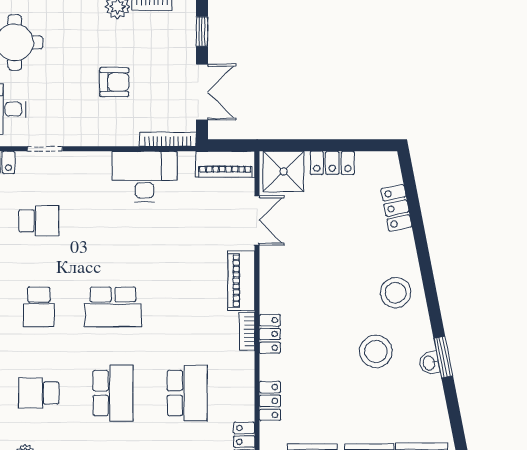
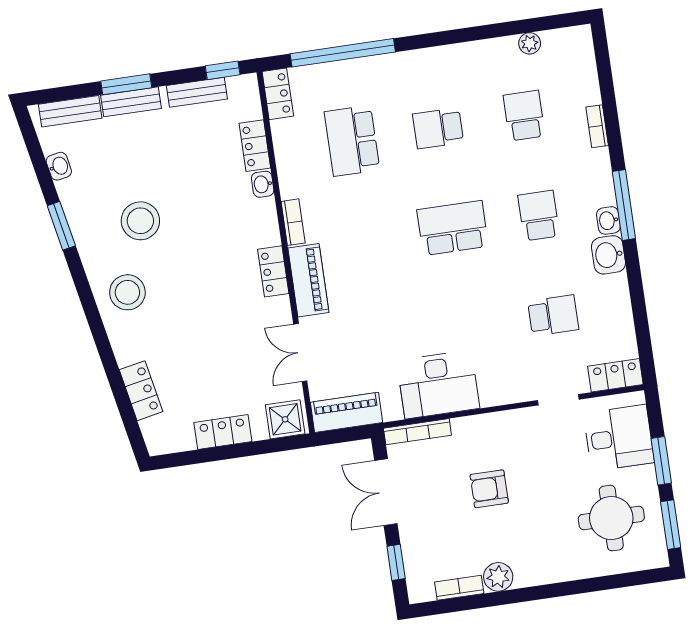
shower: (284, 171) -> (285, 419), width x0.73, depth x0.73
school desk: (39, 221) -> (553, 315), turned 180
locker: (270, 334) -> (273, 271), moved
washbasin: (429, 363) -> (59, 166), moved
washbasin: (268, 367) -> (263, 184), added
school desk: (39, 393) -> (524, 116), turned -90
school desk: (113, 393) -> (438, 128), width x0.54

